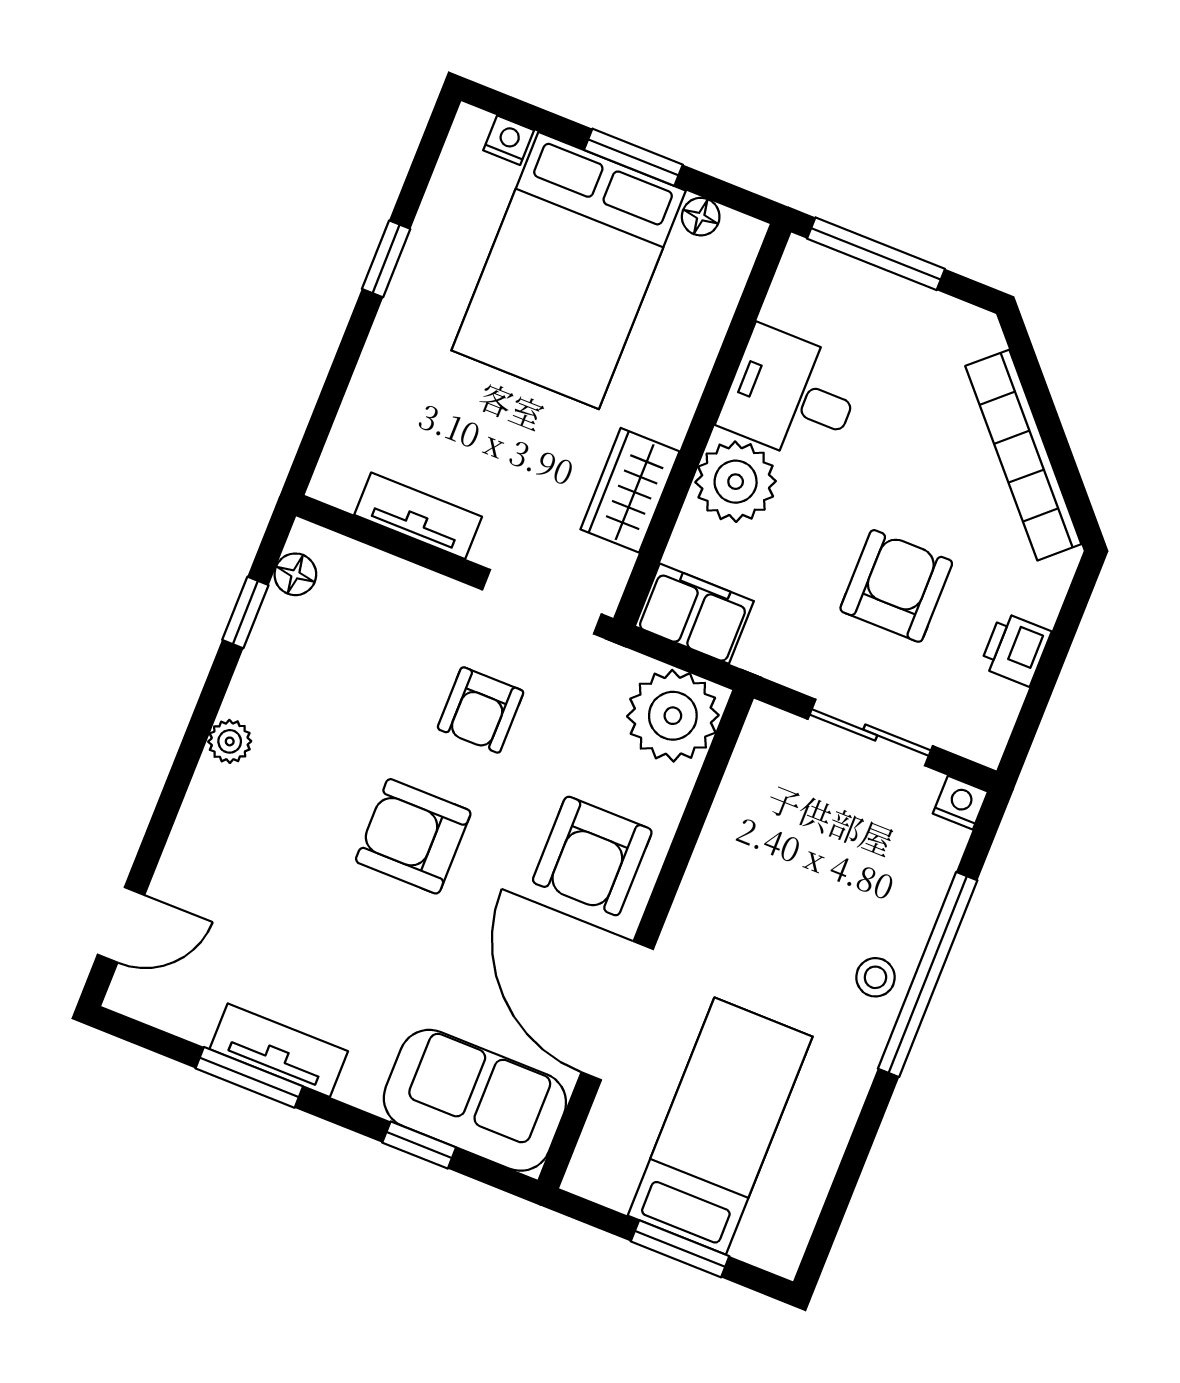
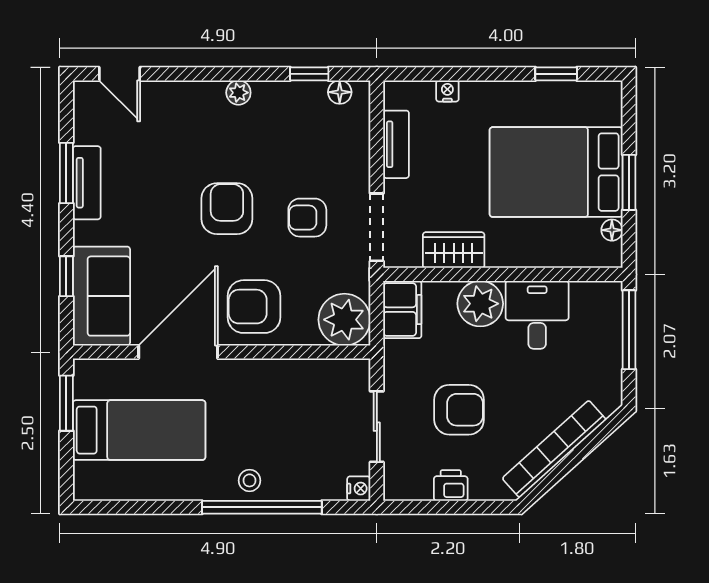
nightstand: (509, 140) -> (447, 91), moved, turned -90
window: (386, 259) -> (556, 74), moved
window: (680, 1249) -> (66, 403), moved

